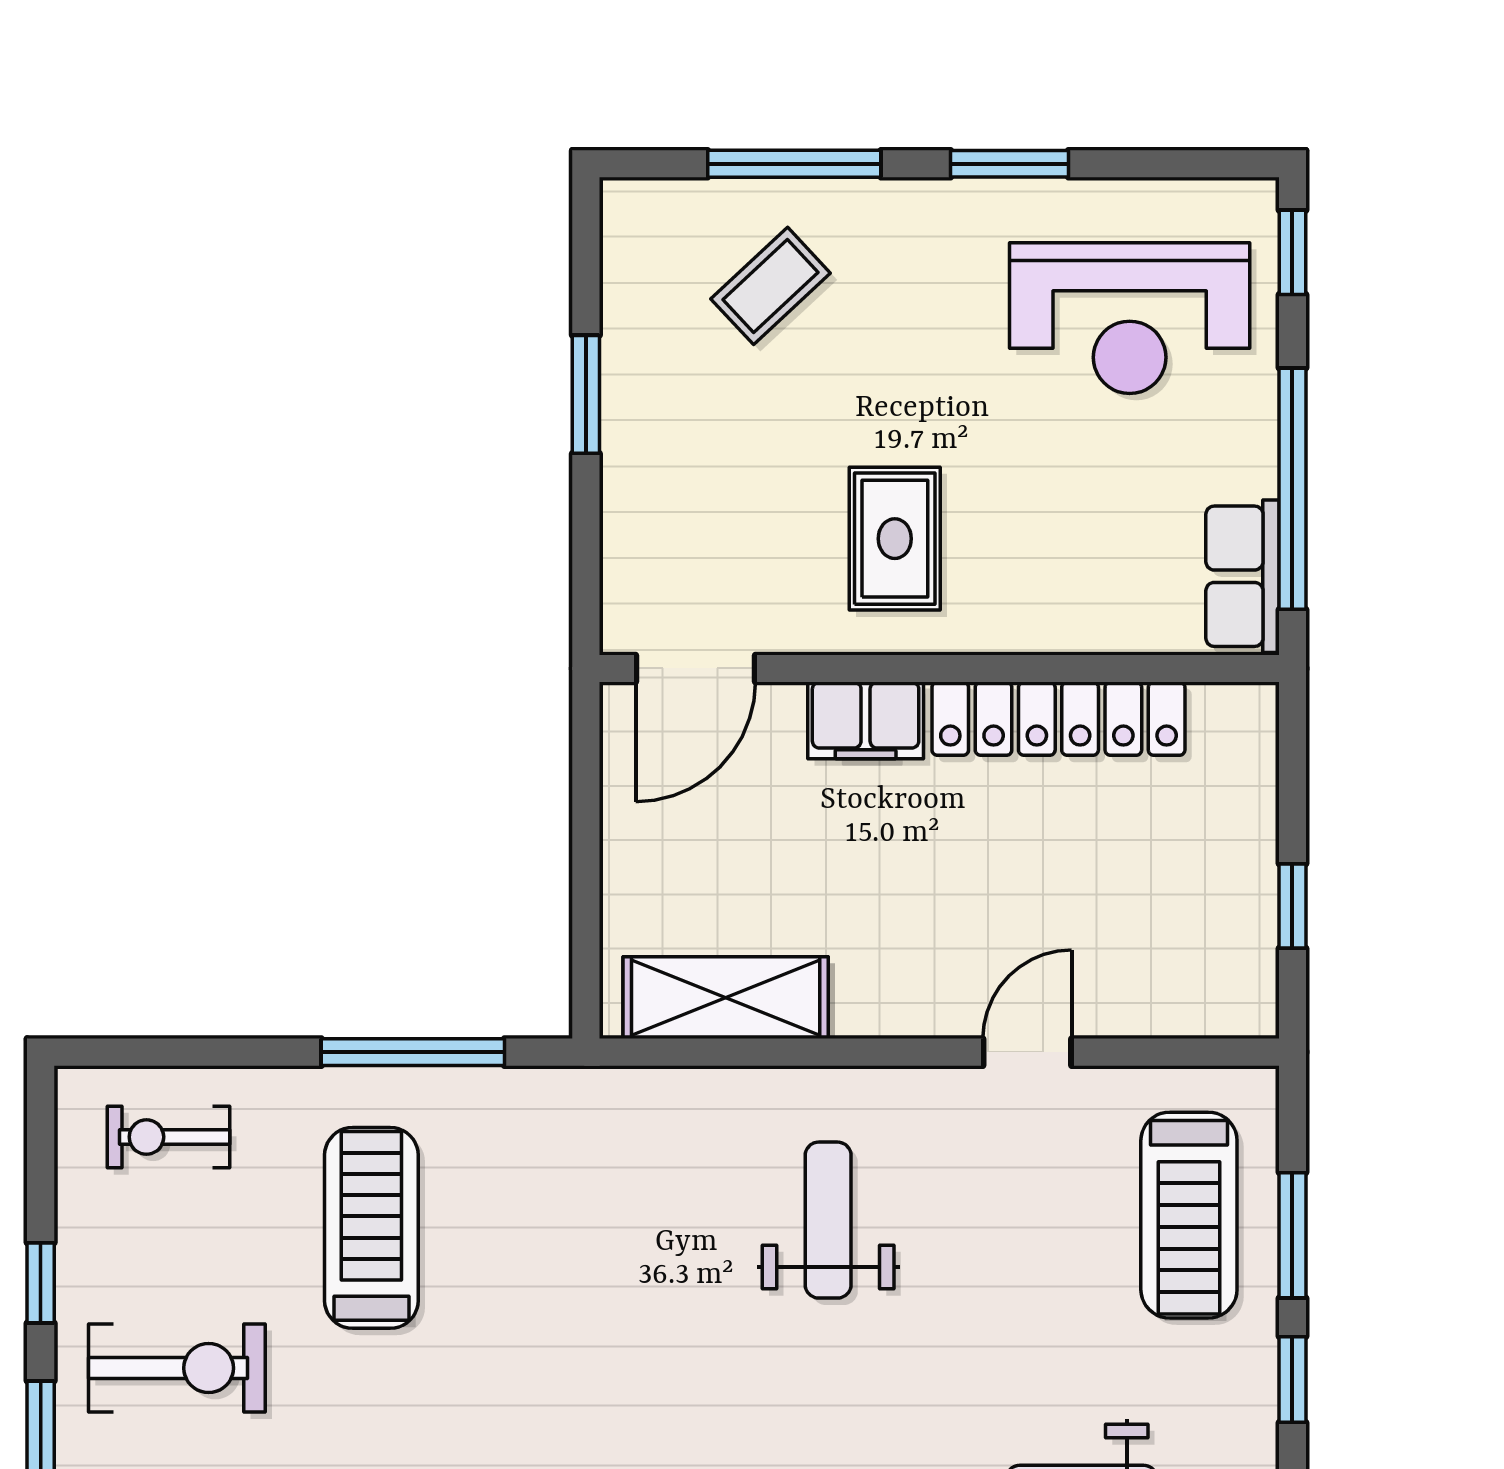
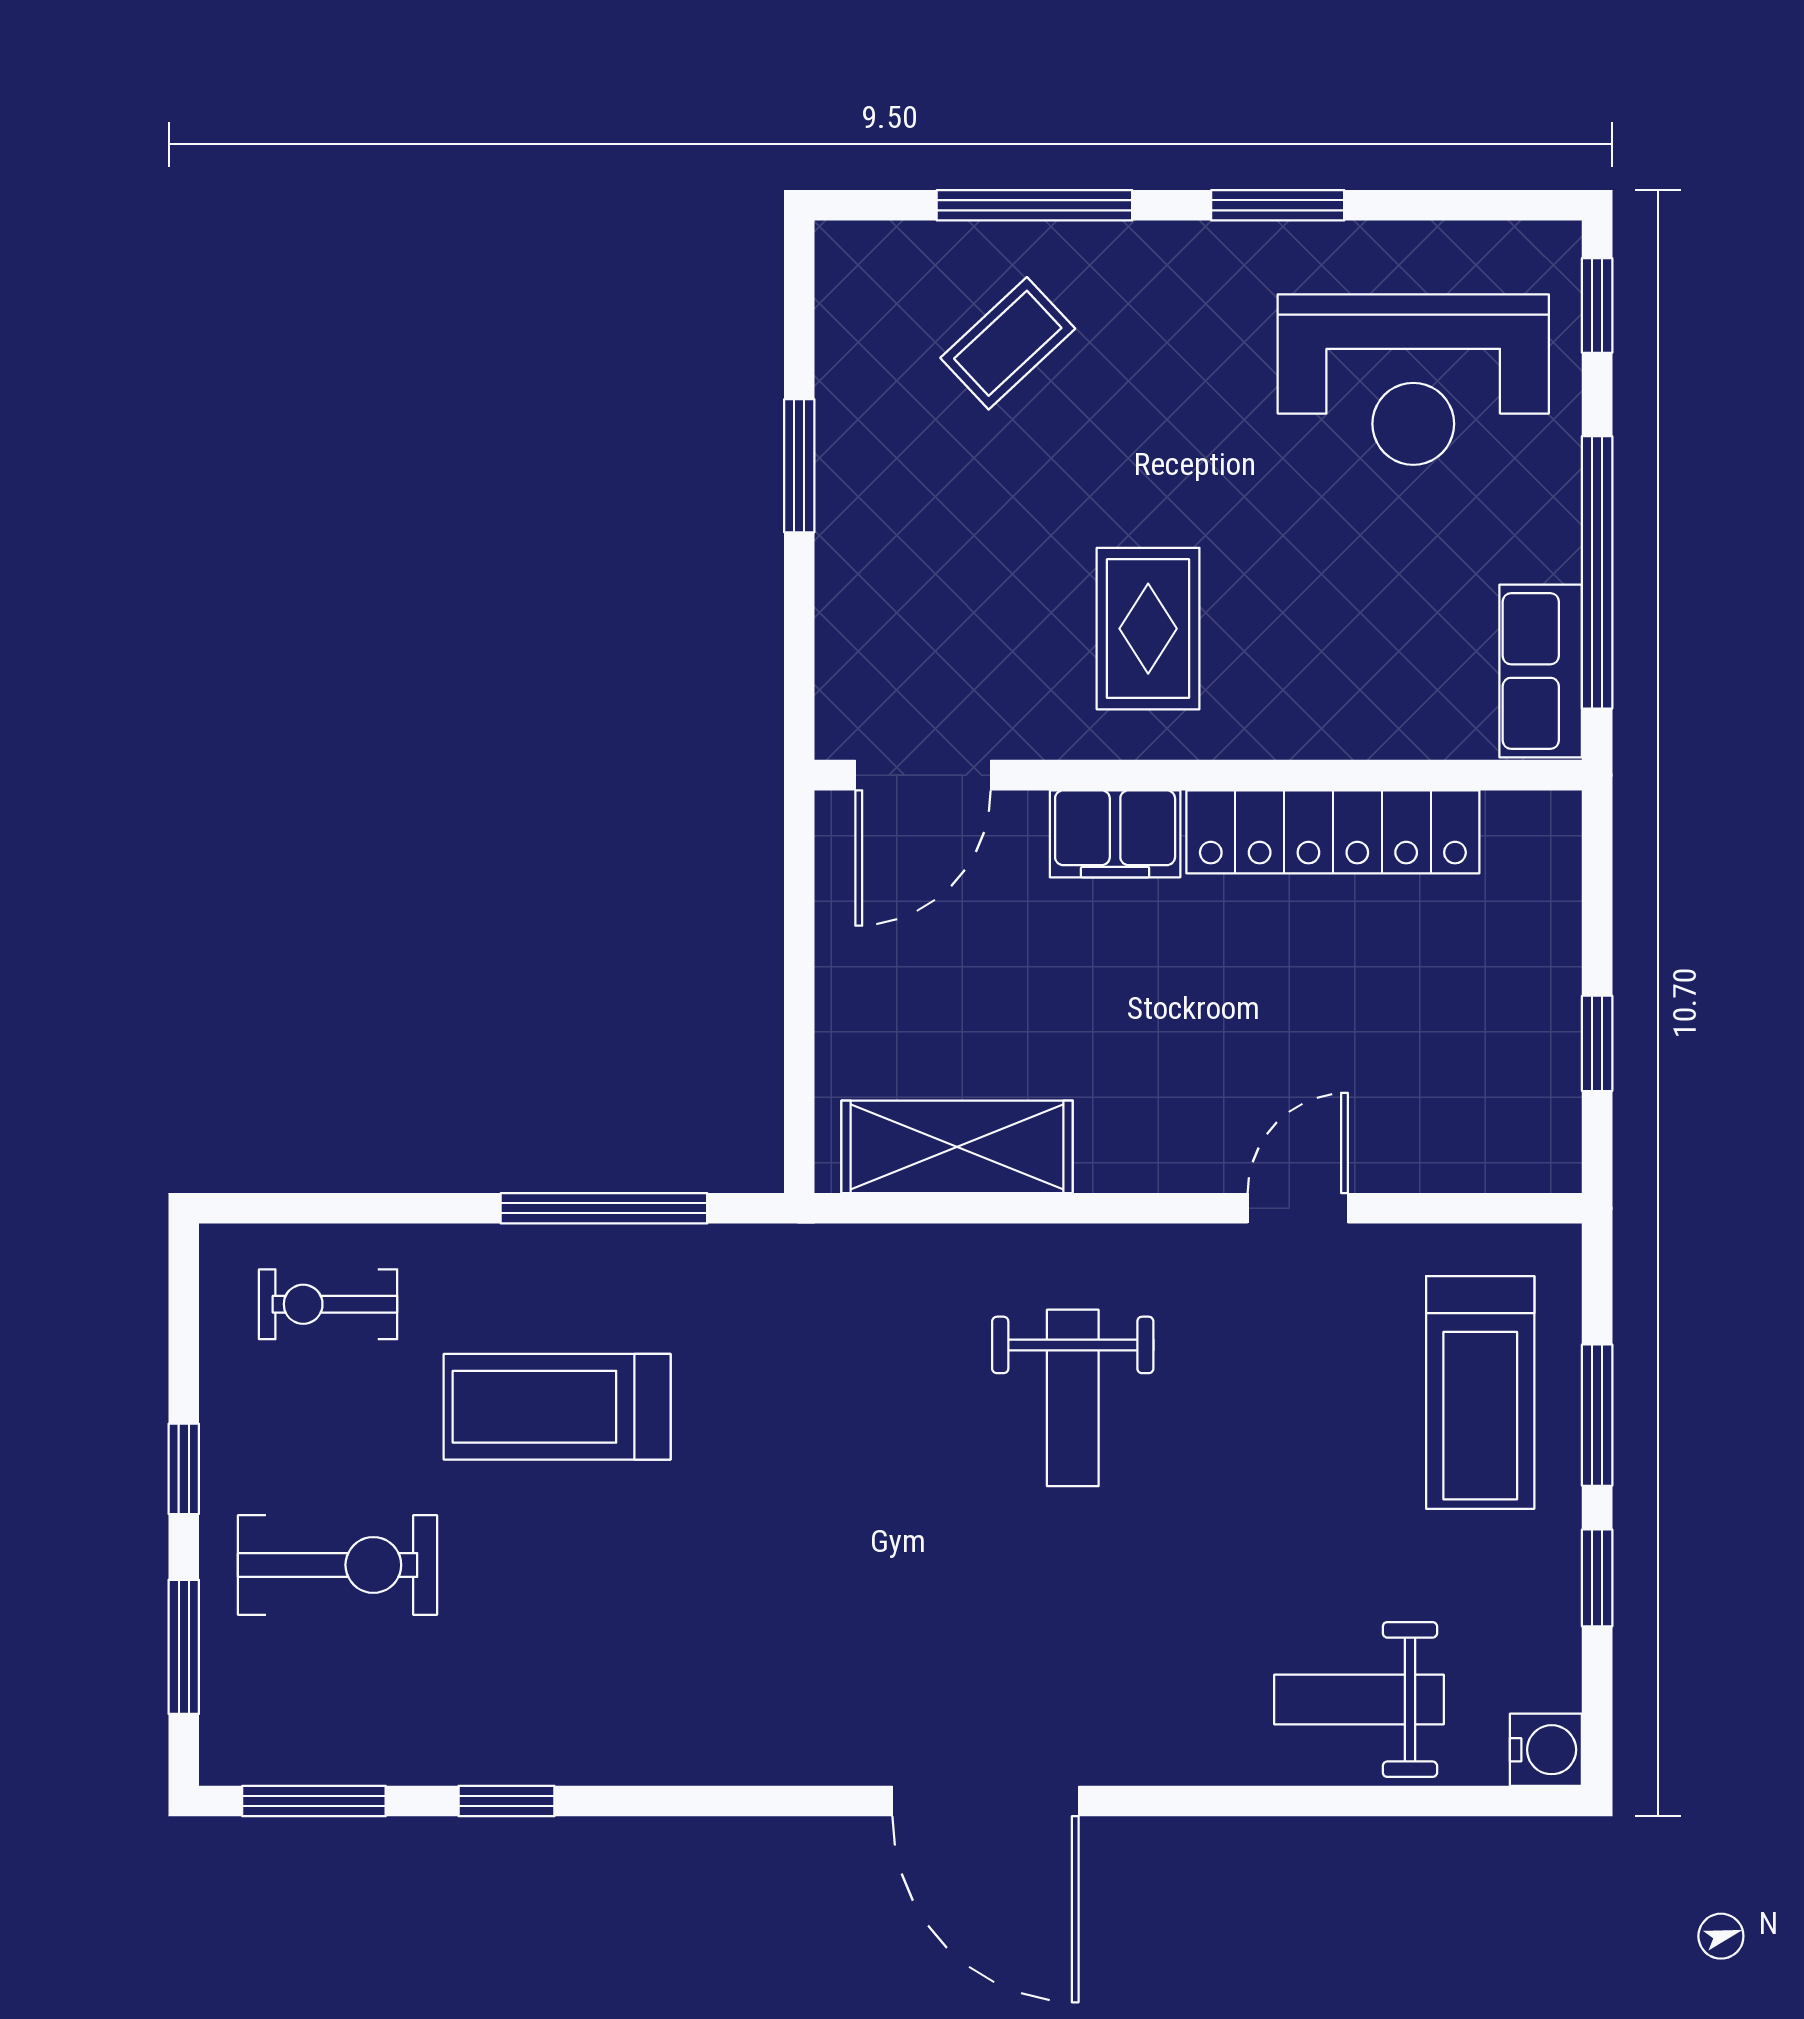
weight bench: (828, 1220) -> (1073, 1398), turned 180
treadmill: (371, 1228) -> (557, 1407), turned -90

